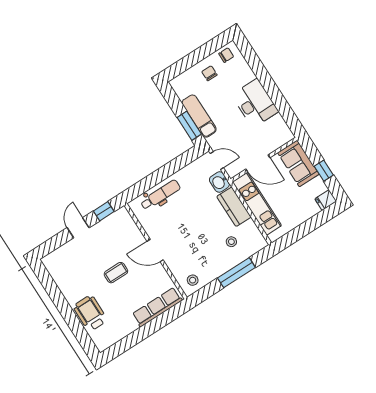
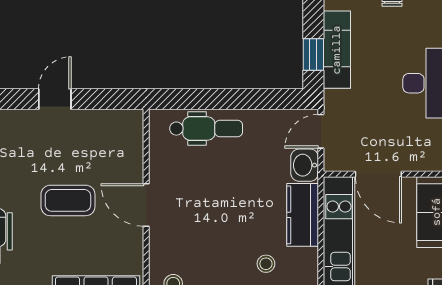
window: (189, 126) -> (313, 54), width x0.67
door: (217, 161) -> (321, 131), swing flipped
window: (104, 211) -> (108, 99), removed
coffee table: (116, 273) -> (68, 200), width x1.36, depth x1.30

